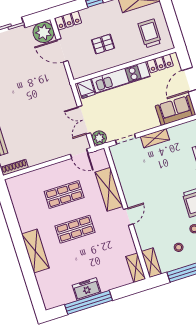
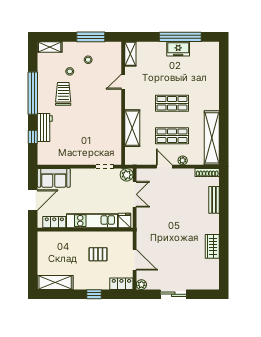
plant: (44, 32) -> (141, 285), width x0.53, depth x0.53
trolley: (150, 33) -> (55, 251), removed
shelving: (155, 138) -> (79, 160), removed
door: (79, 154) -> (164, 167), moved
plant: (45, 172) -> (183, 160), added
door: (128, 217) -> (123, 82), moved
shelving: (35, 251) -> (212, 138), moved, width x1.47
shelving: (151, 263) -> (116, 54), removed

